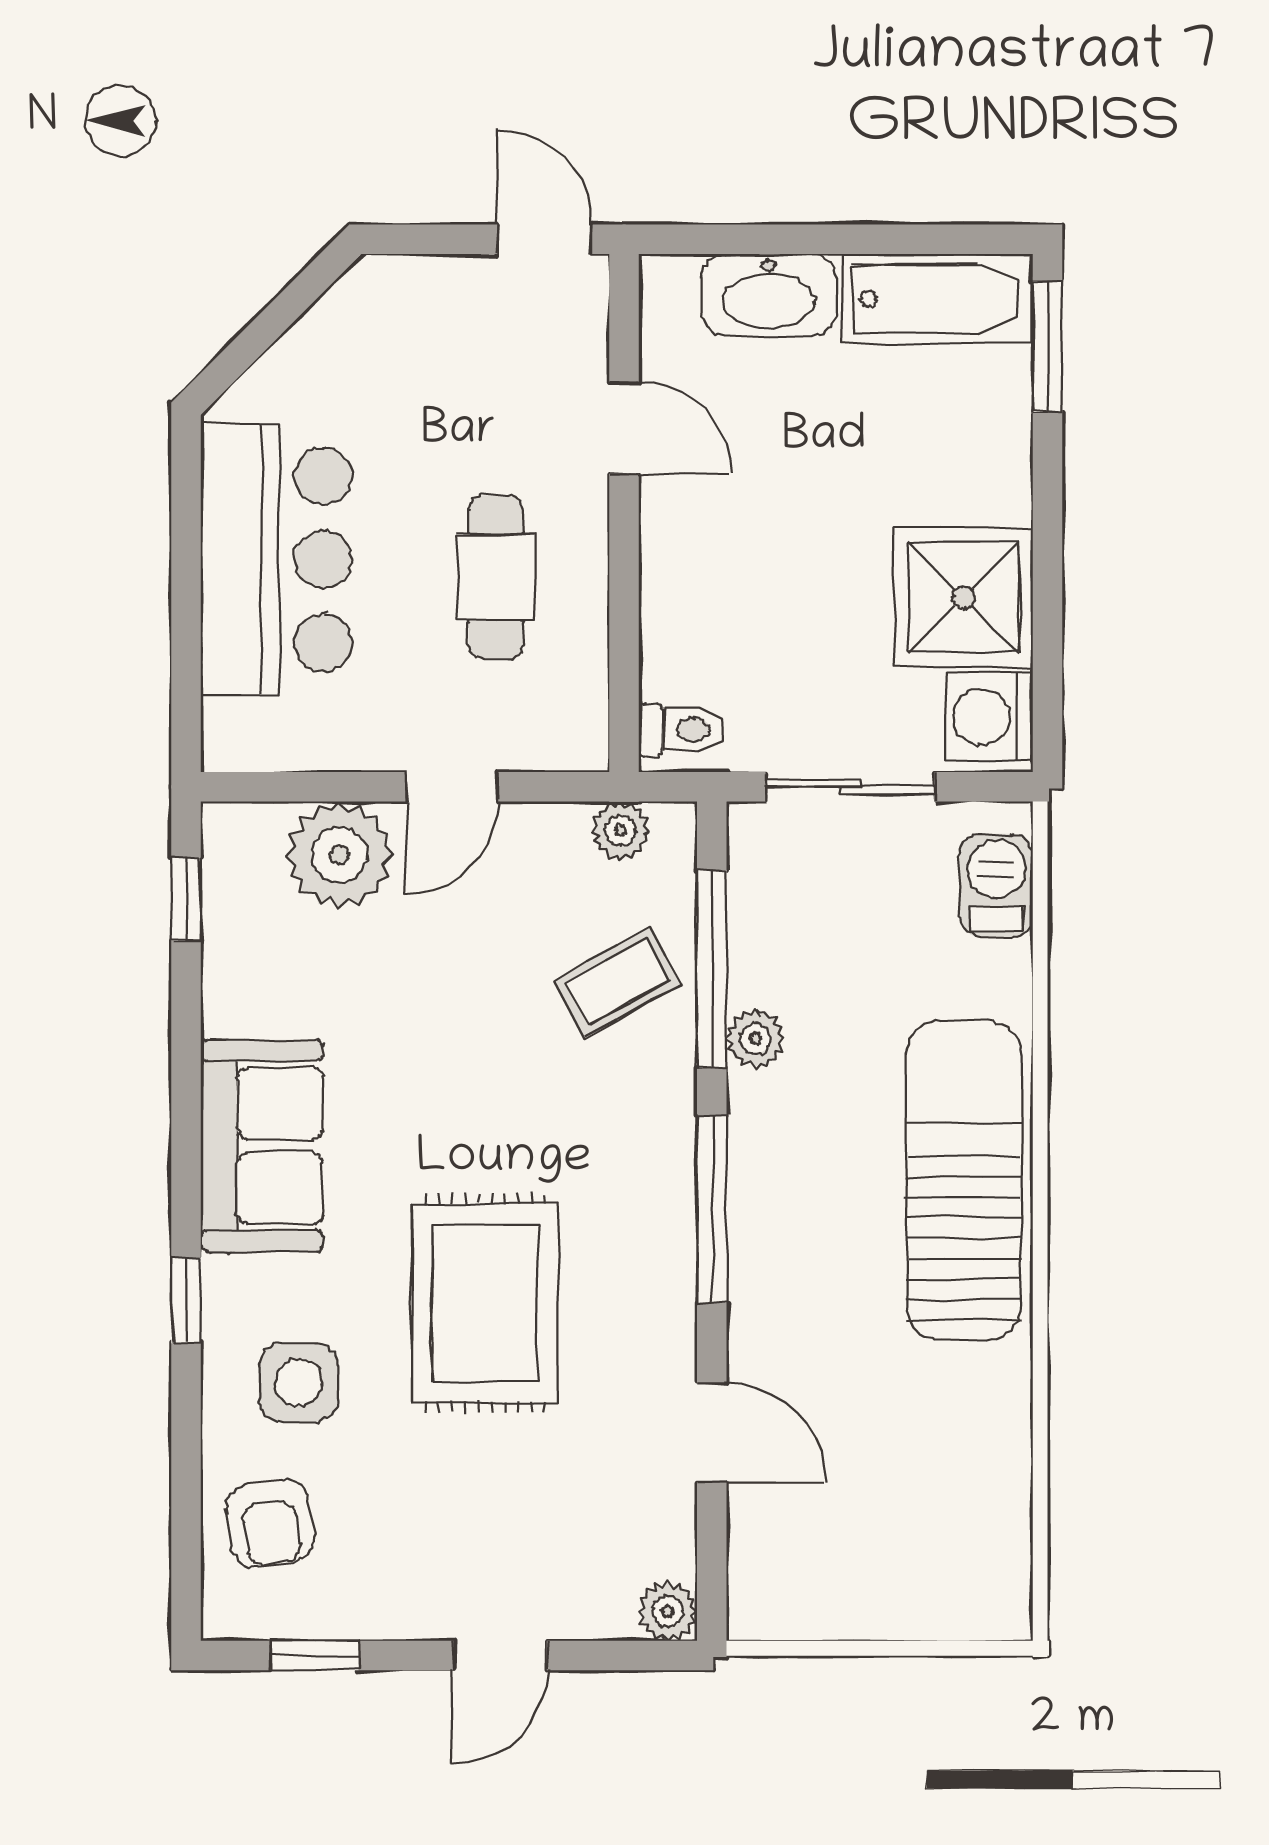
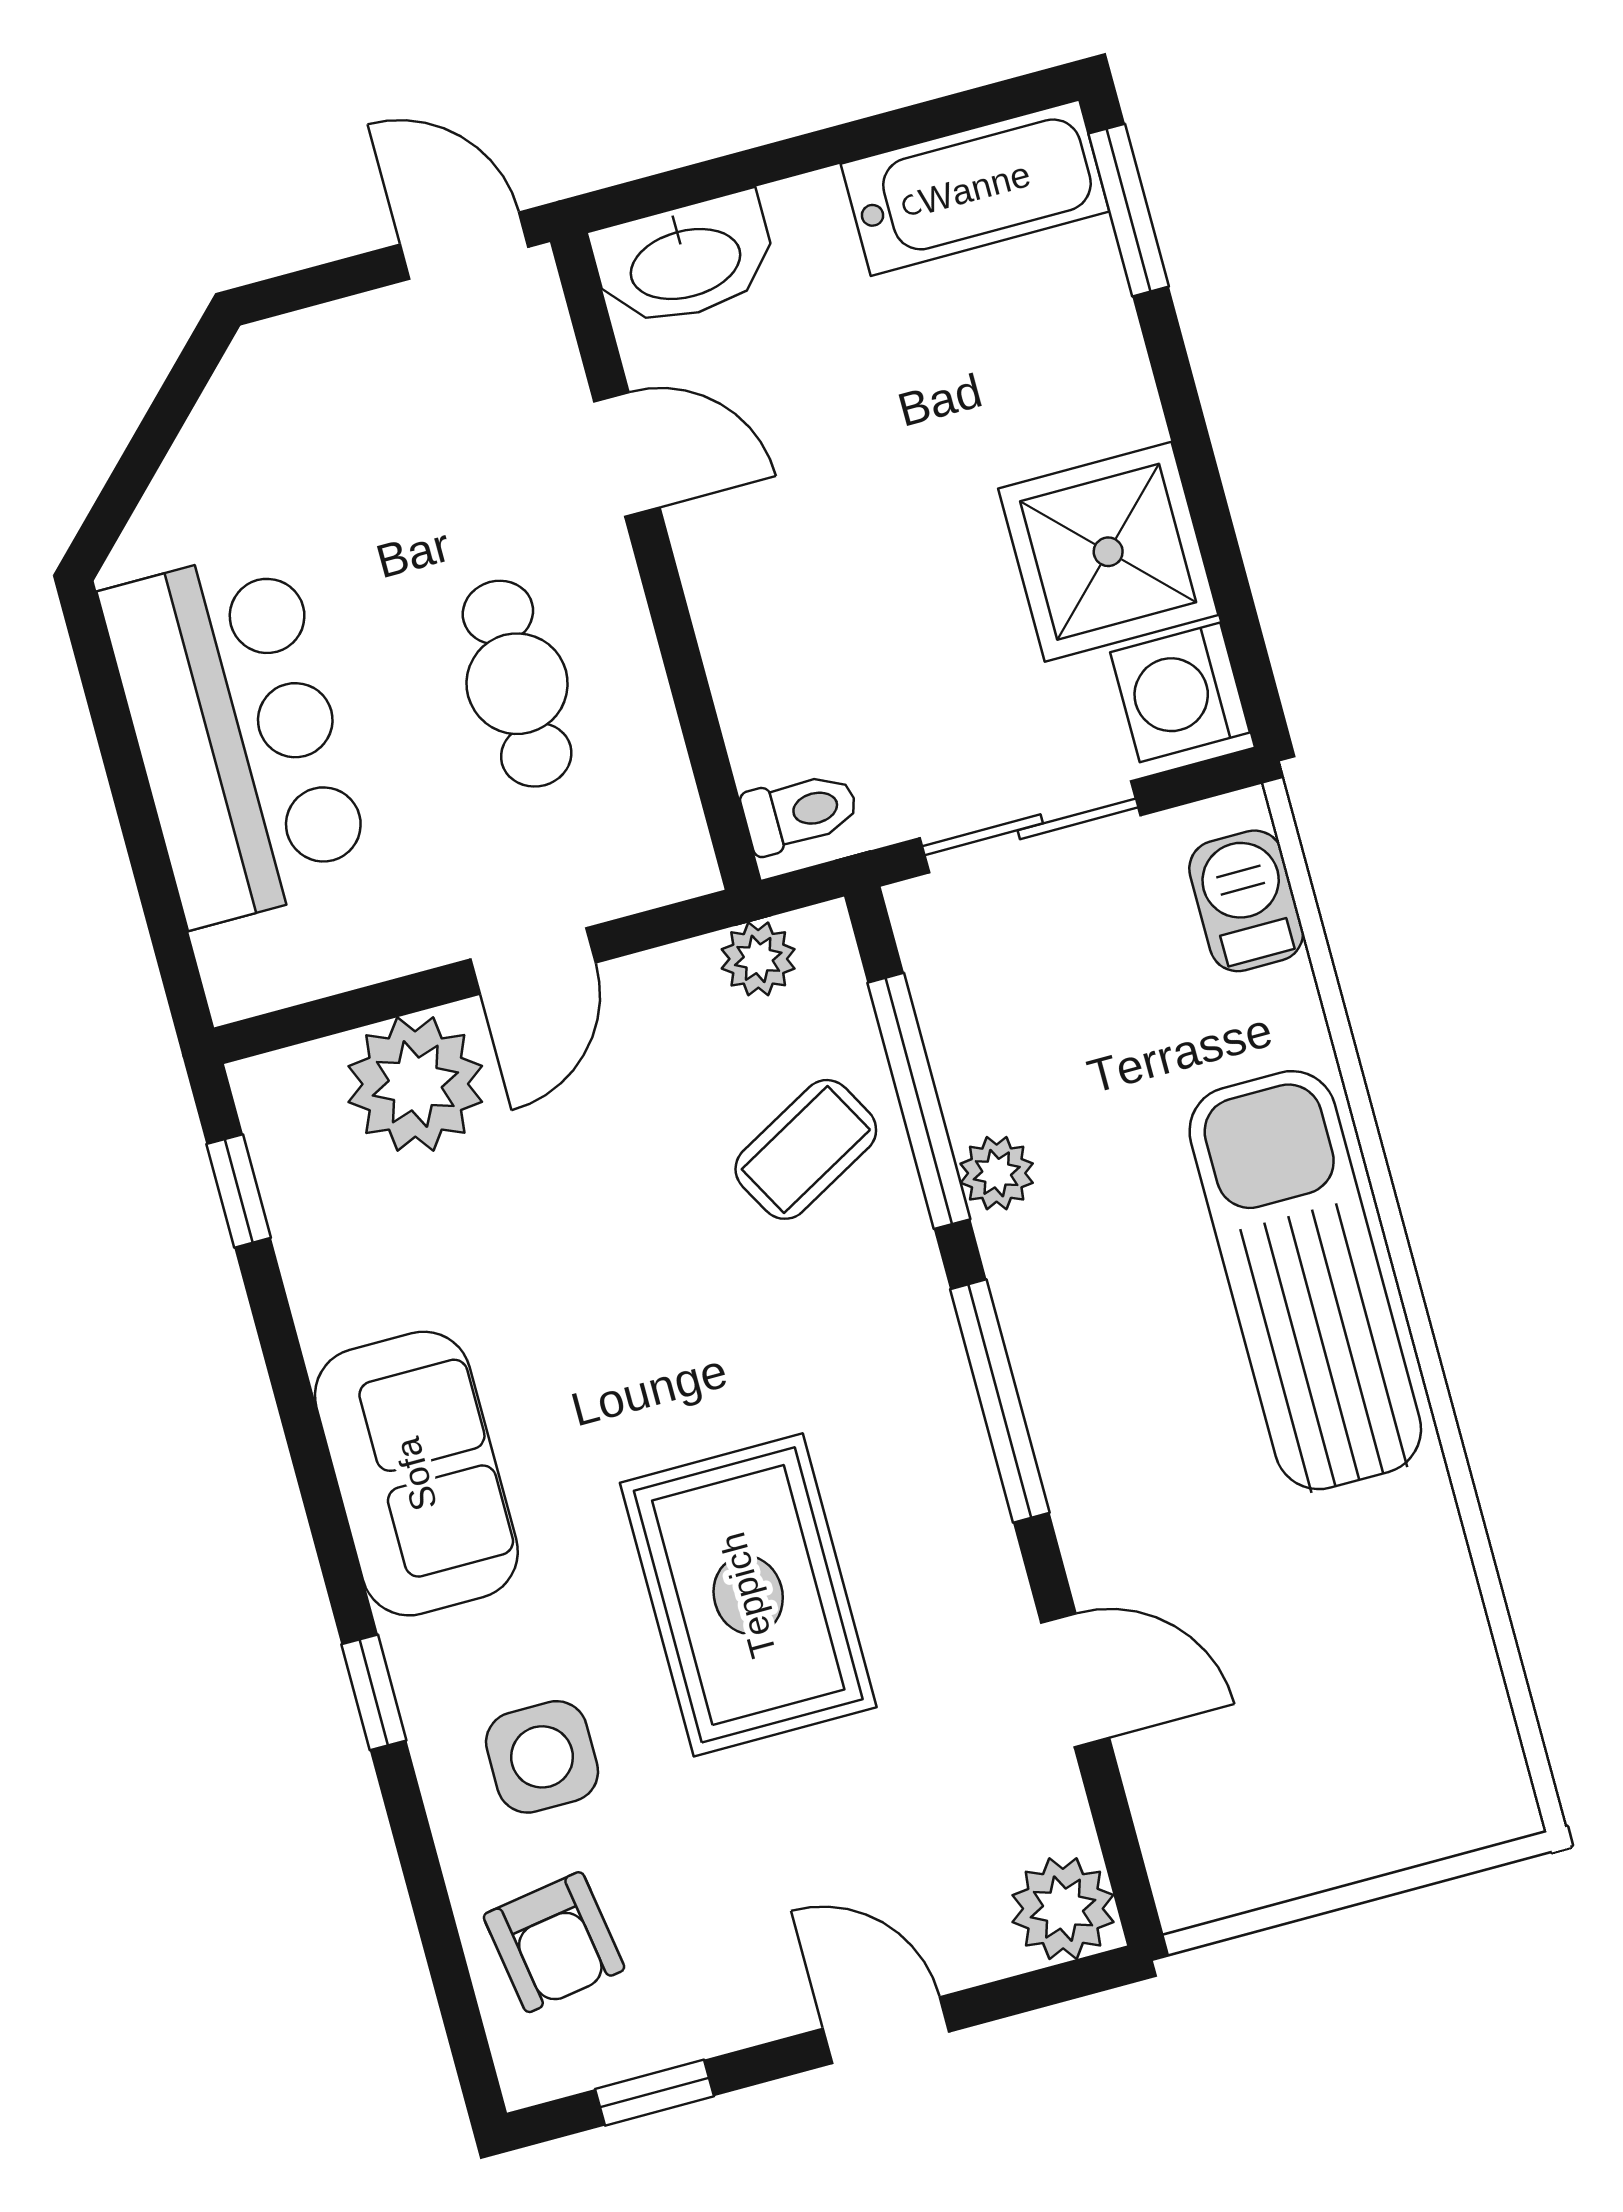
washbasin: (769, 295) -> (685, 261), moved
plant: (668, 1611) -> (1063, 1909), width x1.38, depth x1.38
door: (500, 1656) -> (886, 2030), swing flipped

